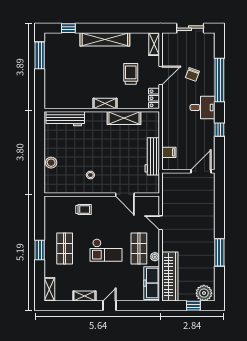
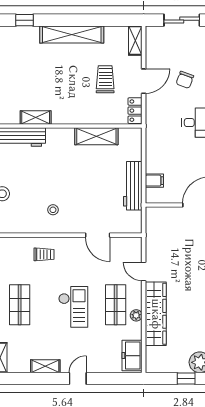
shelving: (105, 104) -> (36, 117), moved
checkout: (106, 250) -> (73, 307), turned -90
wardrobe: (170, 276) -> (156, 314), moved
freezer: (152, 283) -> (132, 356), width x0.71

